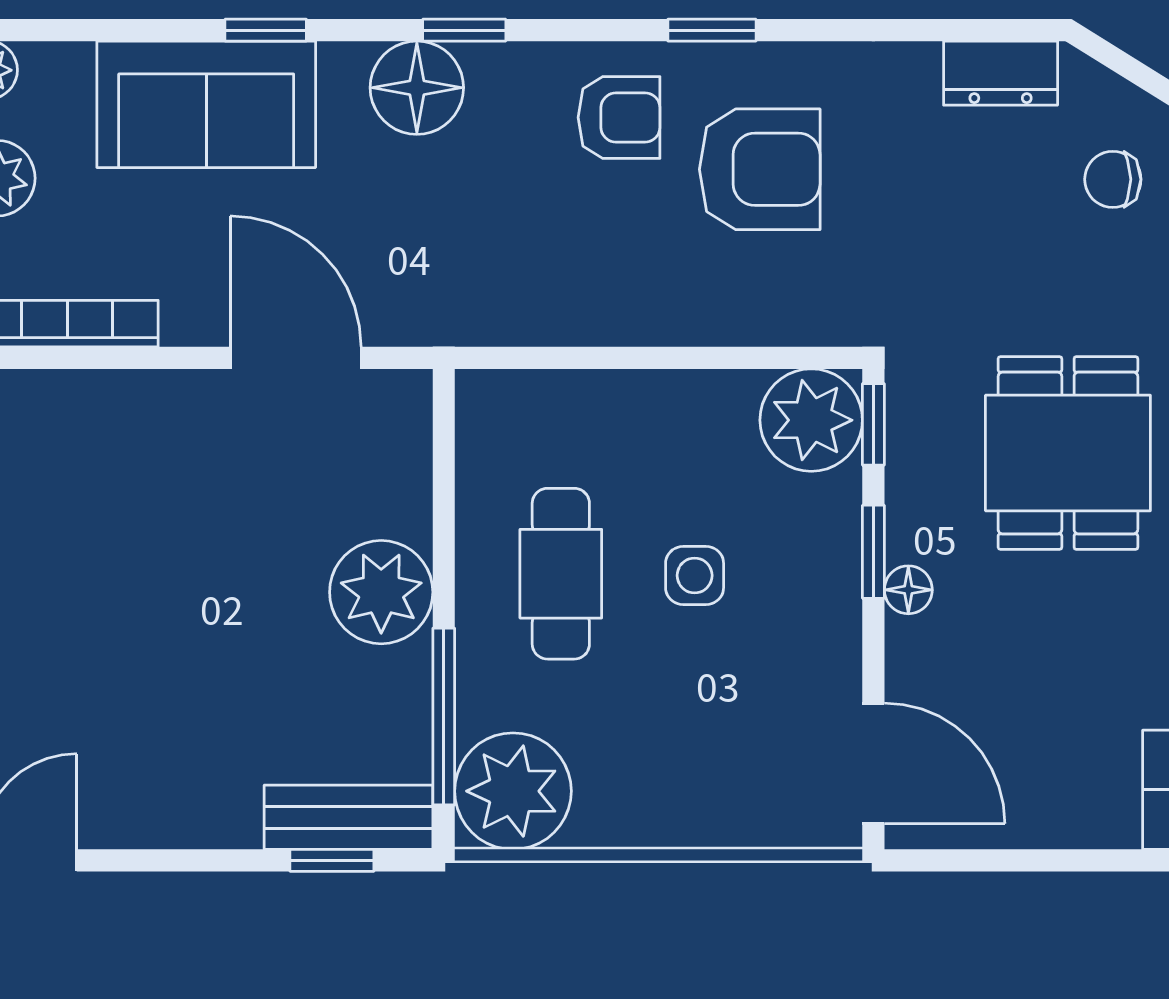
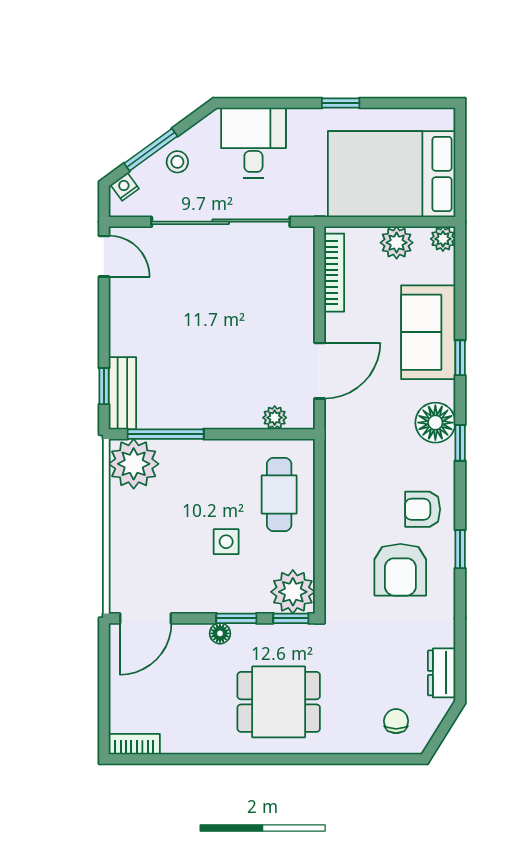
armchair: (619, 117) -> (423, 509), turned 90
cafe table: (561, 574) -> (279, 494), moved, turned 90
plant: (381, 592) -> (275, 418), moved, width x0.53, depth x0.53

